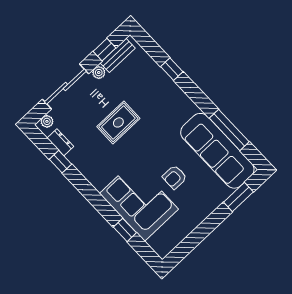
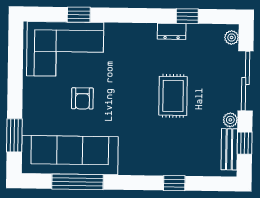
dresser: (60, 142) -> (172, 31), moved
armchair: (175, 177) -> (82, 98), turned 180
corner sofa: (139, 201) -> (65, 49), moved

